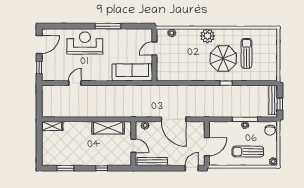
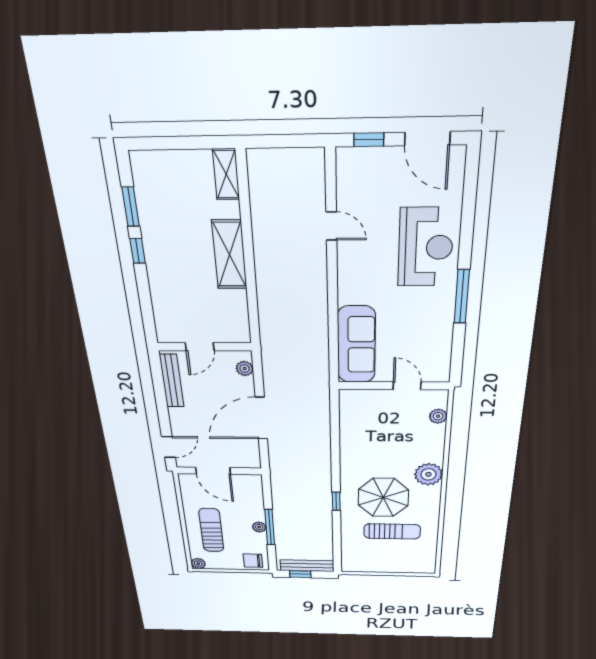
shelving: (108, 128) -> (229, 255), moved
window: (102, 168) -> (138, 251), moved
door: (192, 168) -> (168, 447), hinge flipped

